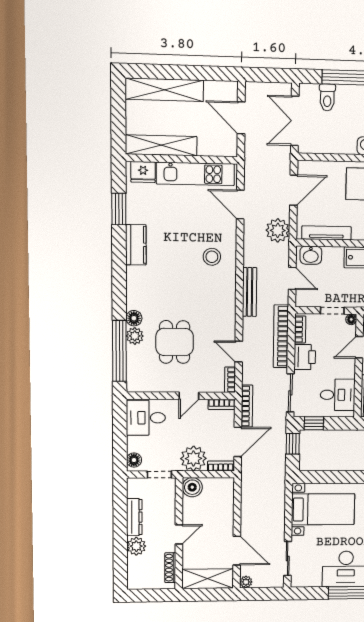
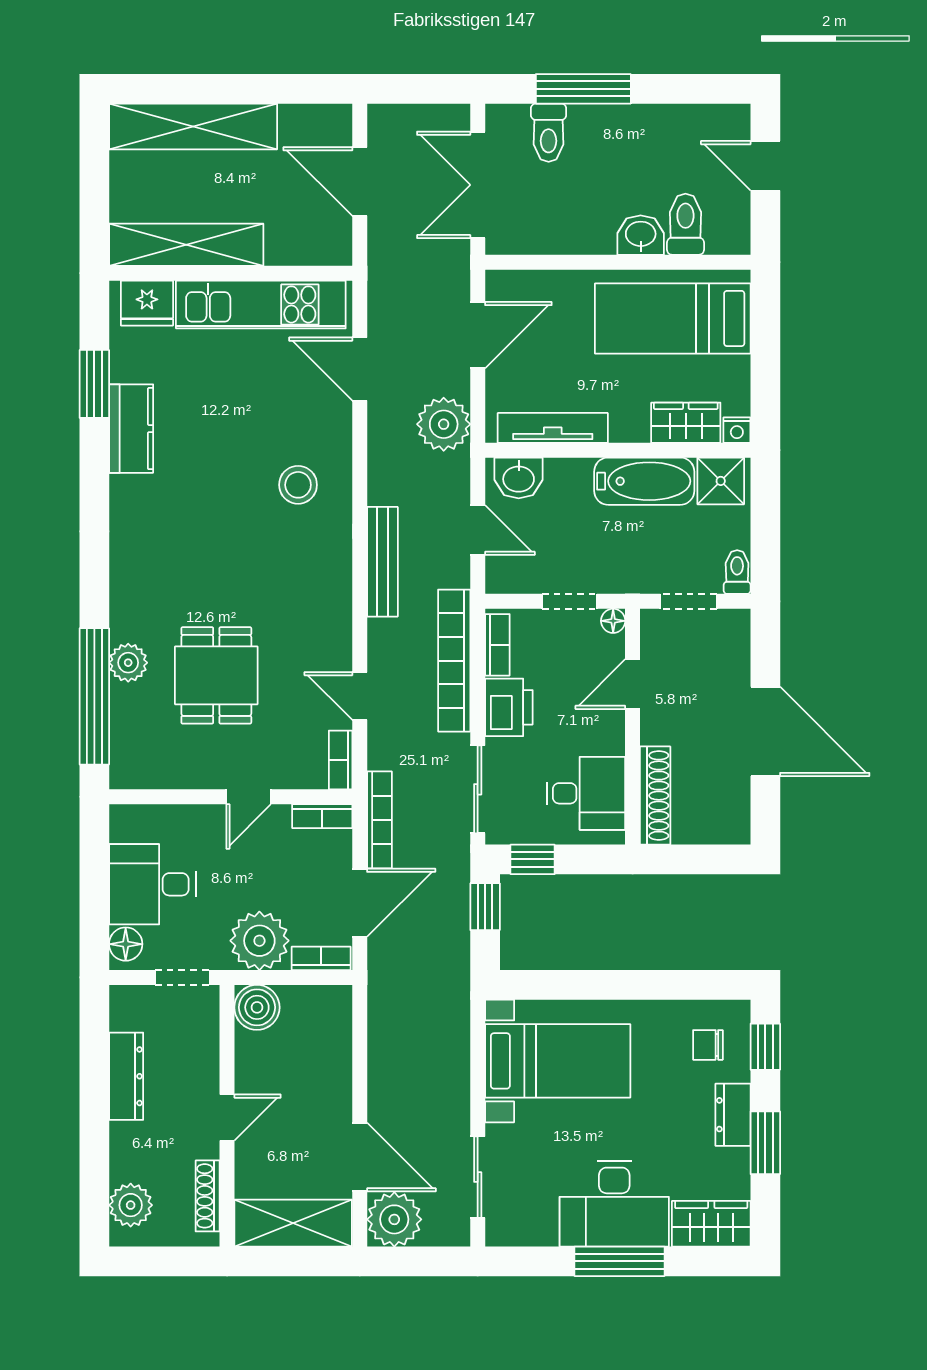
kitchen counter: (136, 245) -> (131, 429), moved
floor lamp: (134, 318) -> (126, 623), removed
desk: (146, 418) -> (152, 884), moved
plant: (136, 546) -> (131, 1205), moved
plant: (246, 582) -> (394, 1219), width x1.88, depth x1.88

